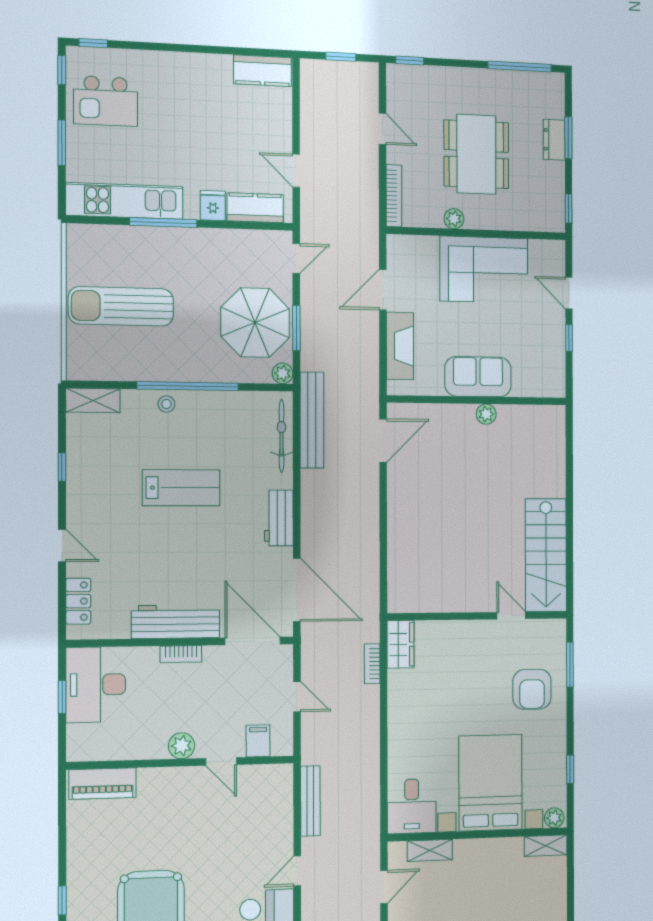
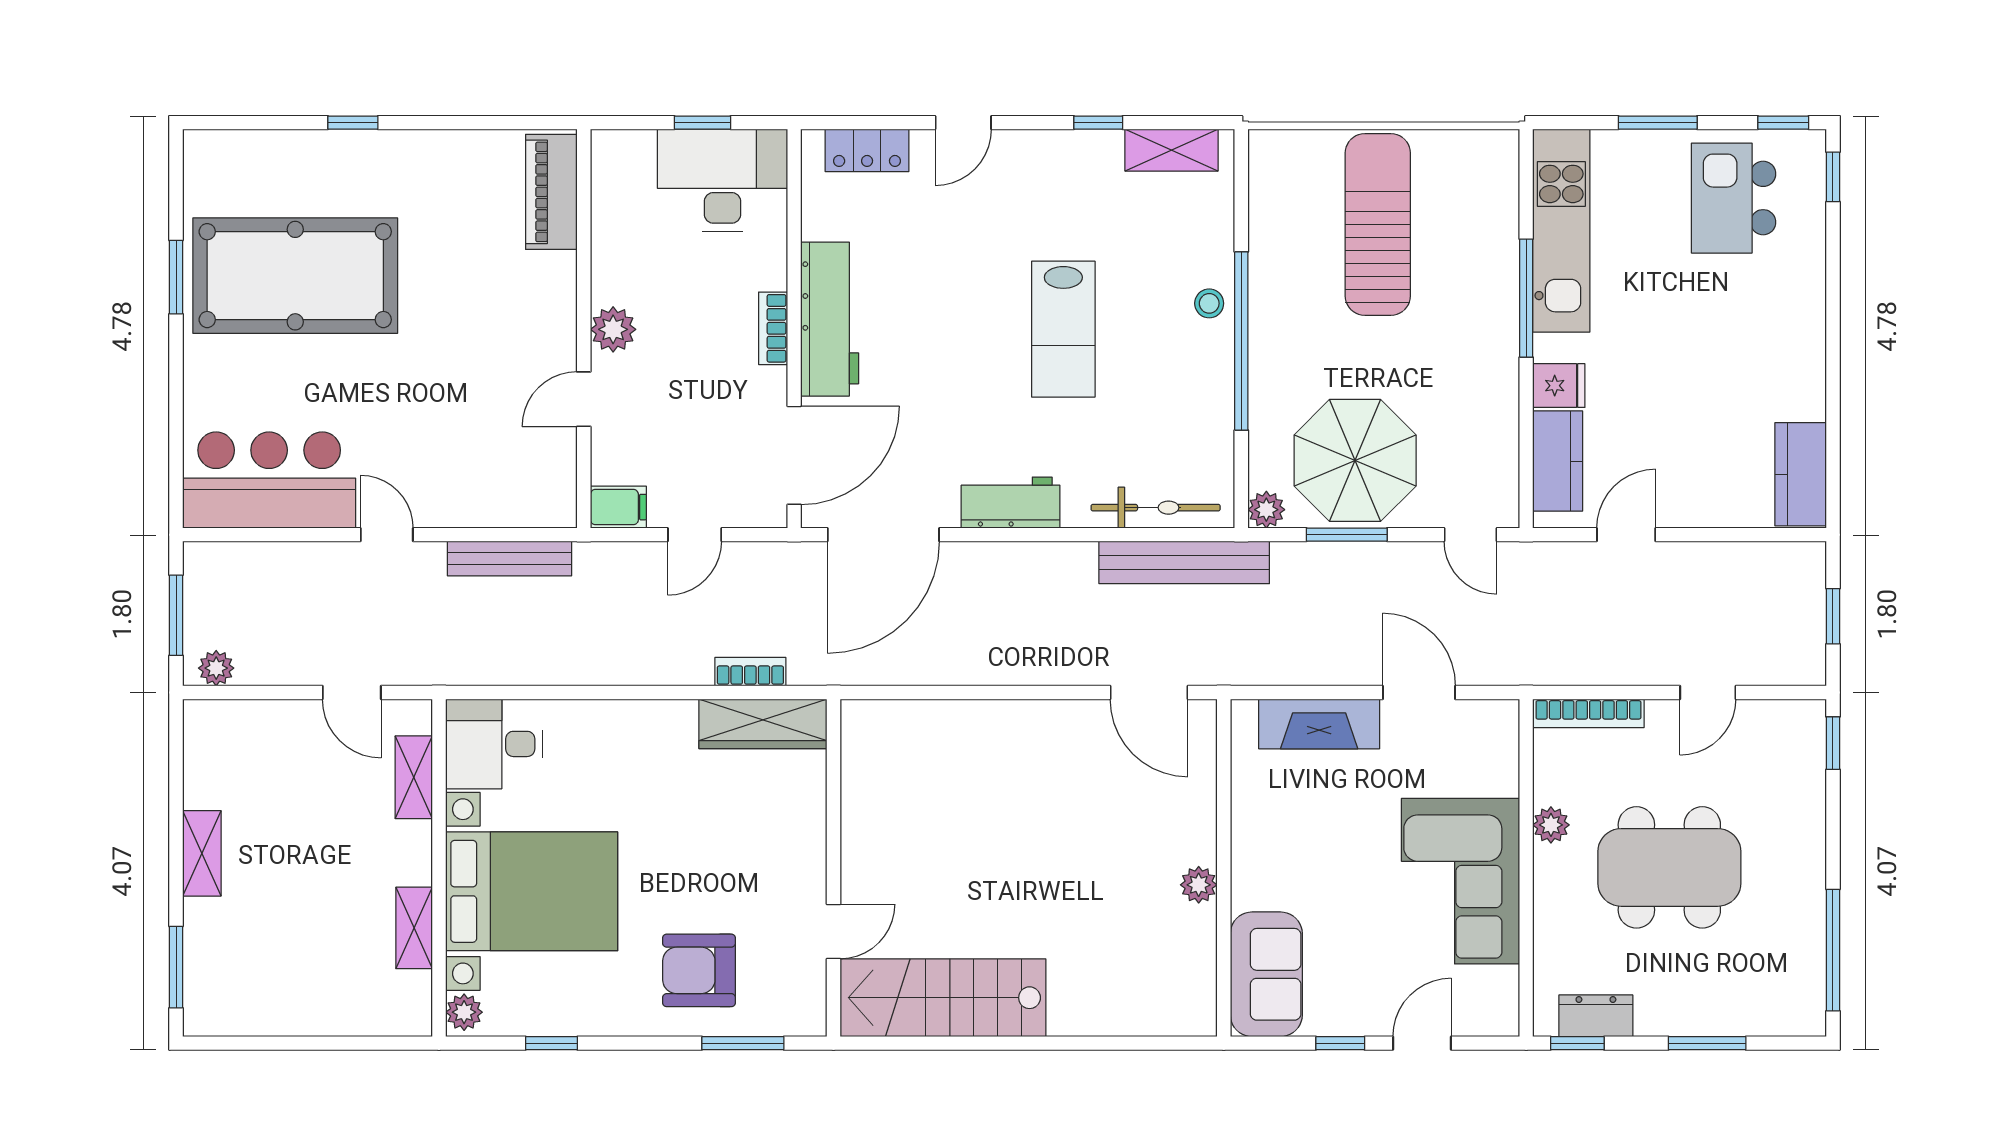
dresser: (554, 140) -> (1596, 1016), moved
sofa: (478, 377) -> (1266, 974), moved
shelving: (93, 400) -> (1171, 150), moved, turned 90
wardrobe: (400, 644) -> (763, 724), width x1.50
filing cabinet: (258, 741) -> (618, 507), moved
shelving: (546, 846) -> (414, 928), moved

